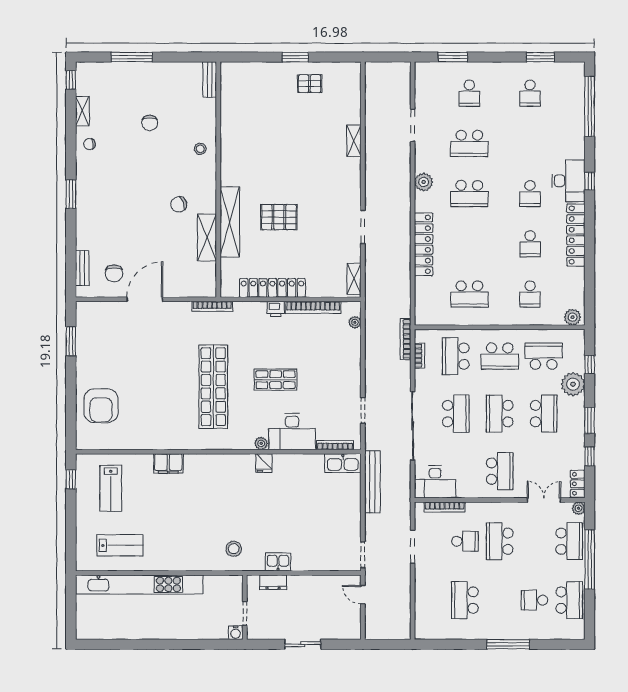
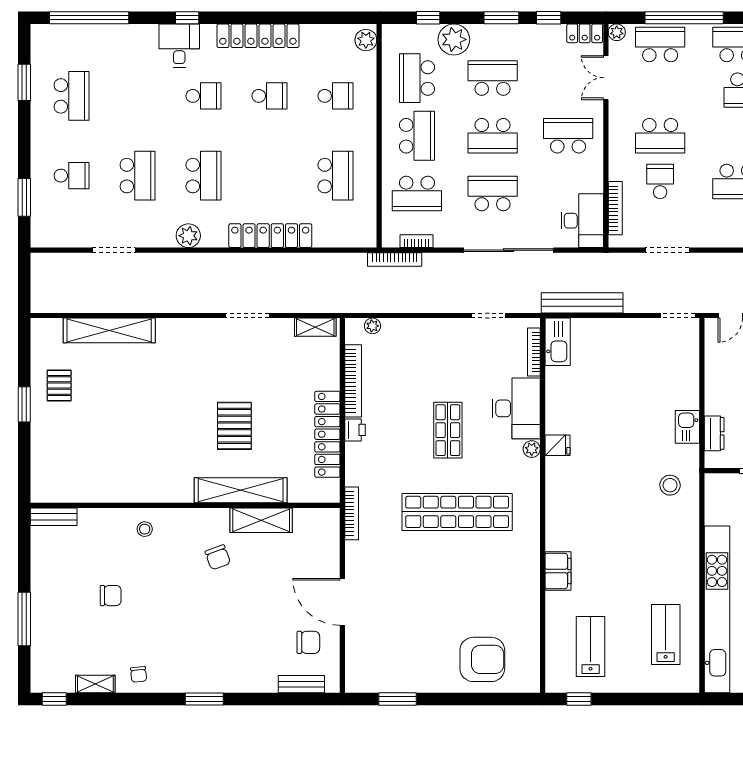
school desk: (530, 93) -> (72, 96), width x1.85
shelving: (354, 141) -> (109, 330), width x2.20, depth x1.33
desk: (568, 181) -> (179, 45), width x0.73
lab bench: (111, 488) -> (591, 647), turned -90

